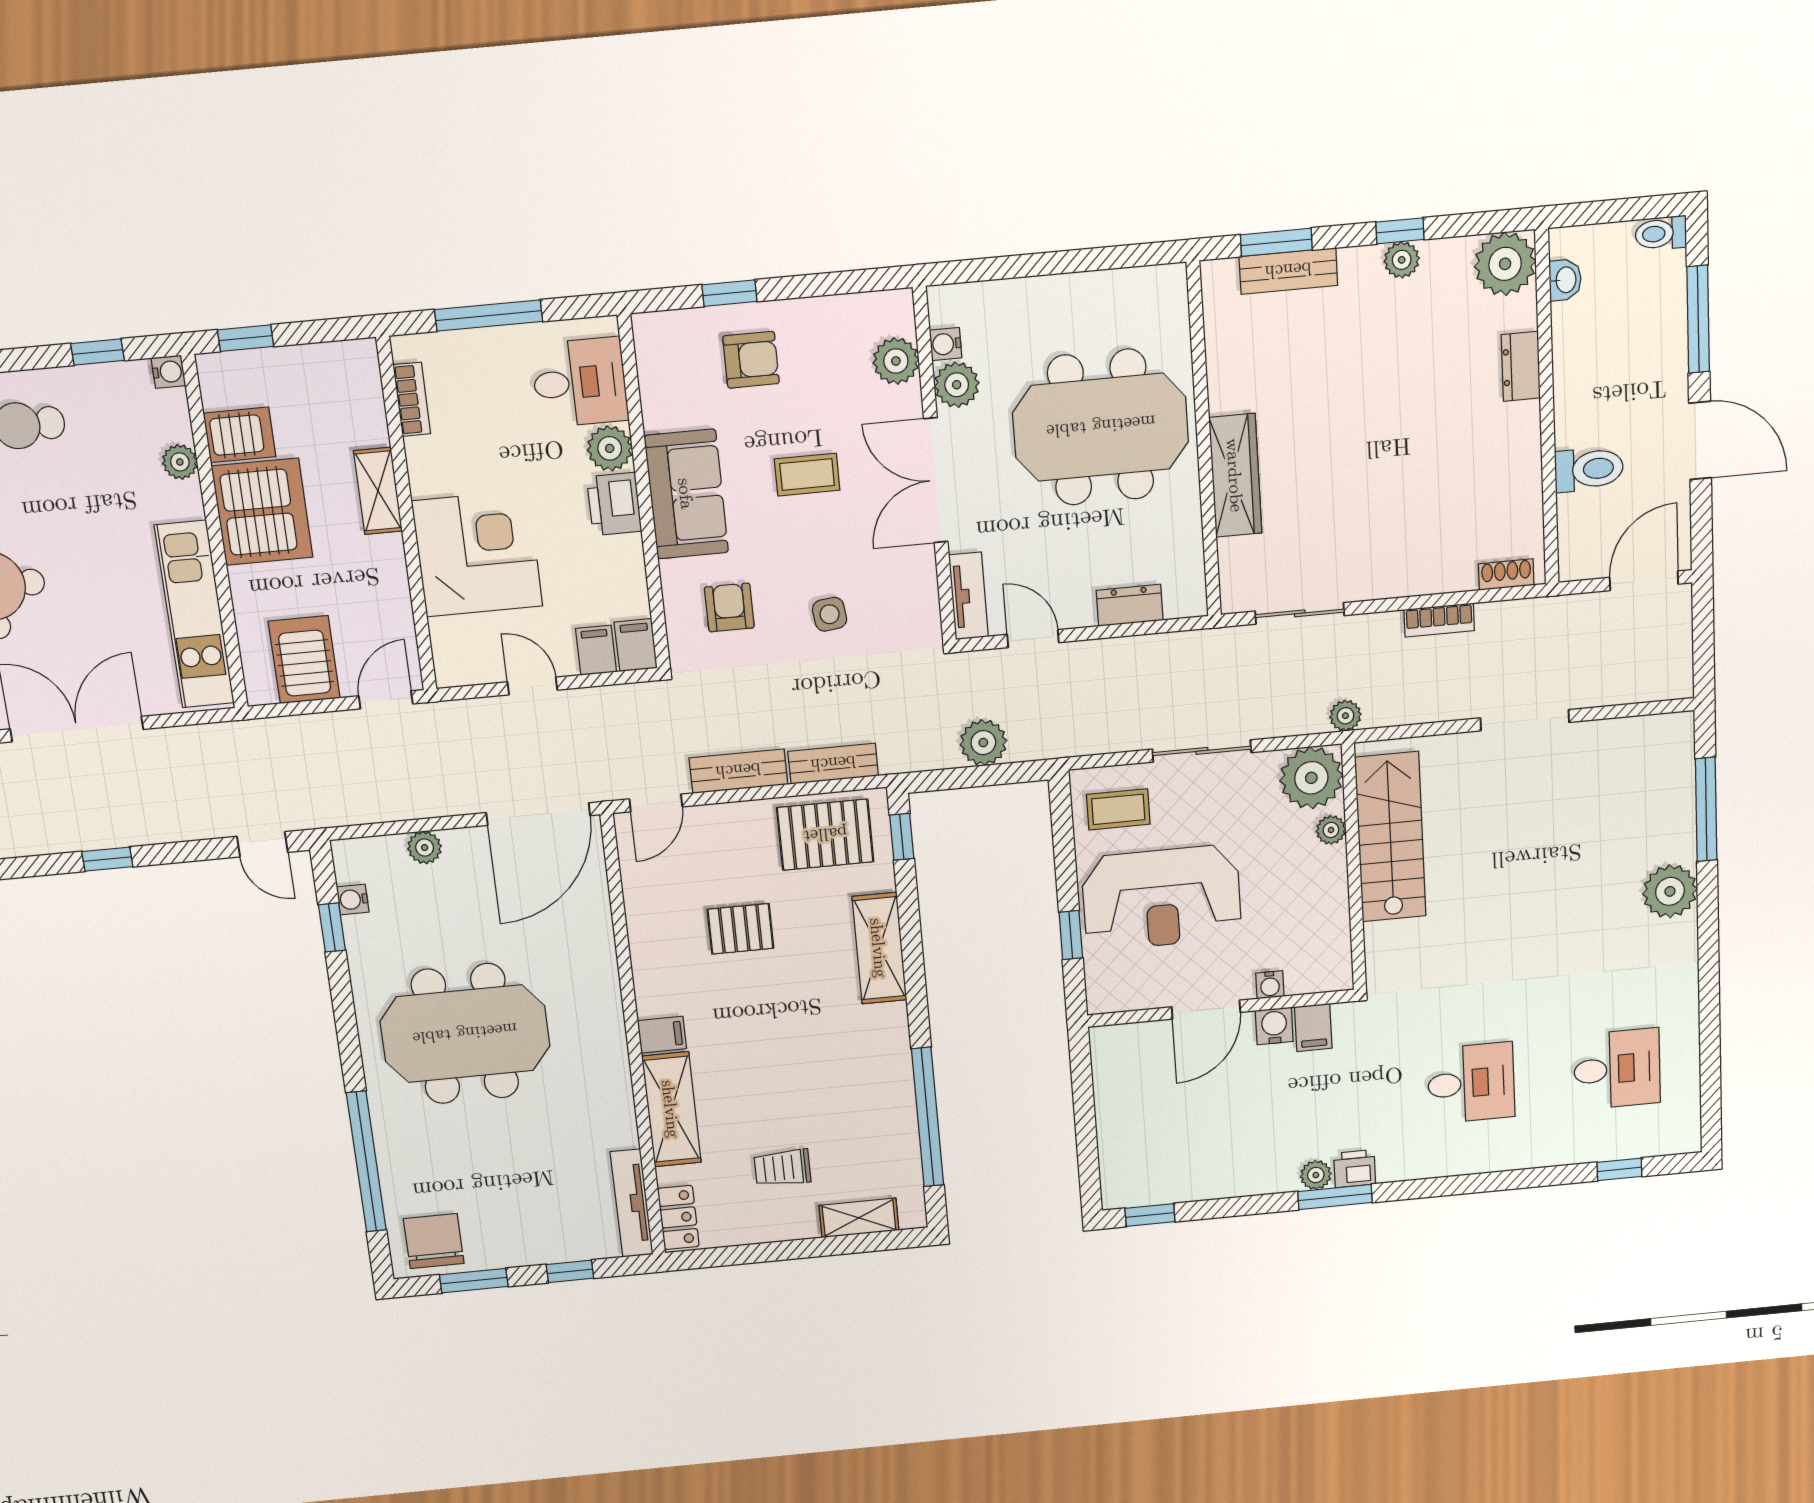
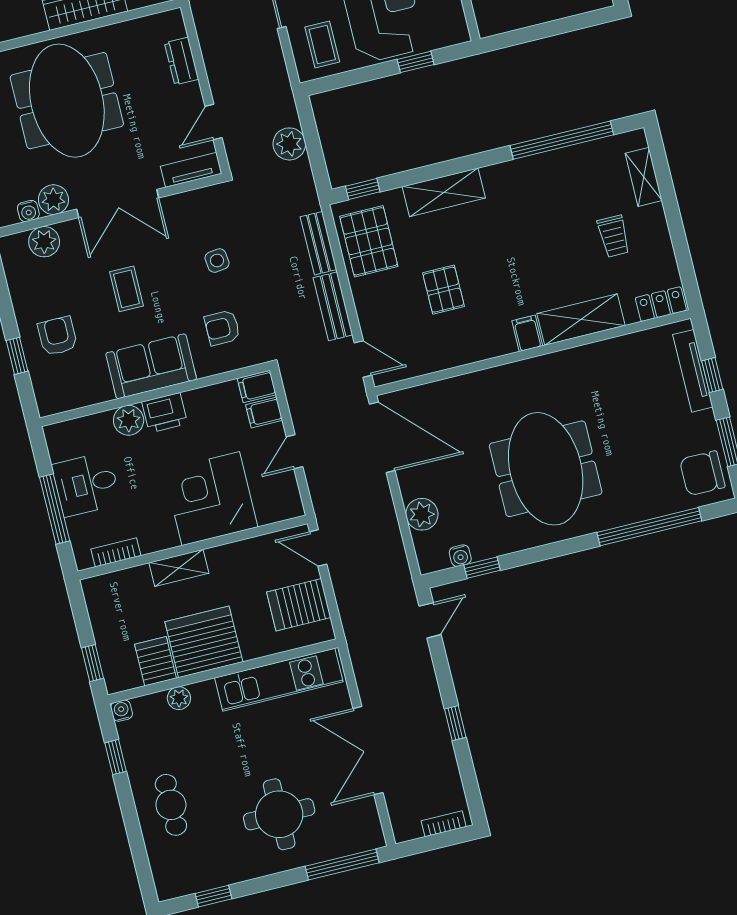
desk: (580, 382) -> (86, 484), moved, turned -90
plant: (425, 848) -> (422, 514), width x1.38, depth x1.38
tv unit: (632, 1203) -> (693, 371), moved, turned 90

